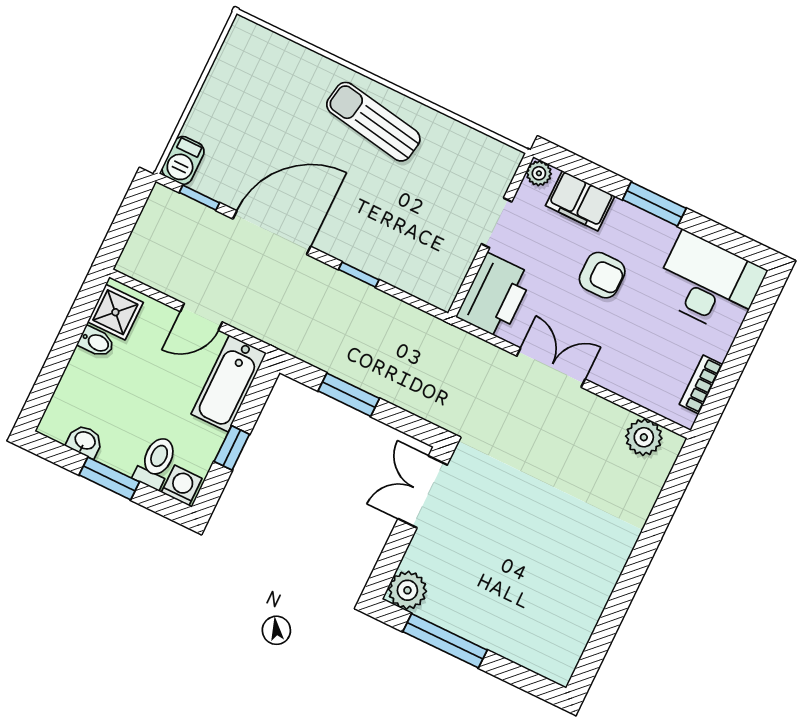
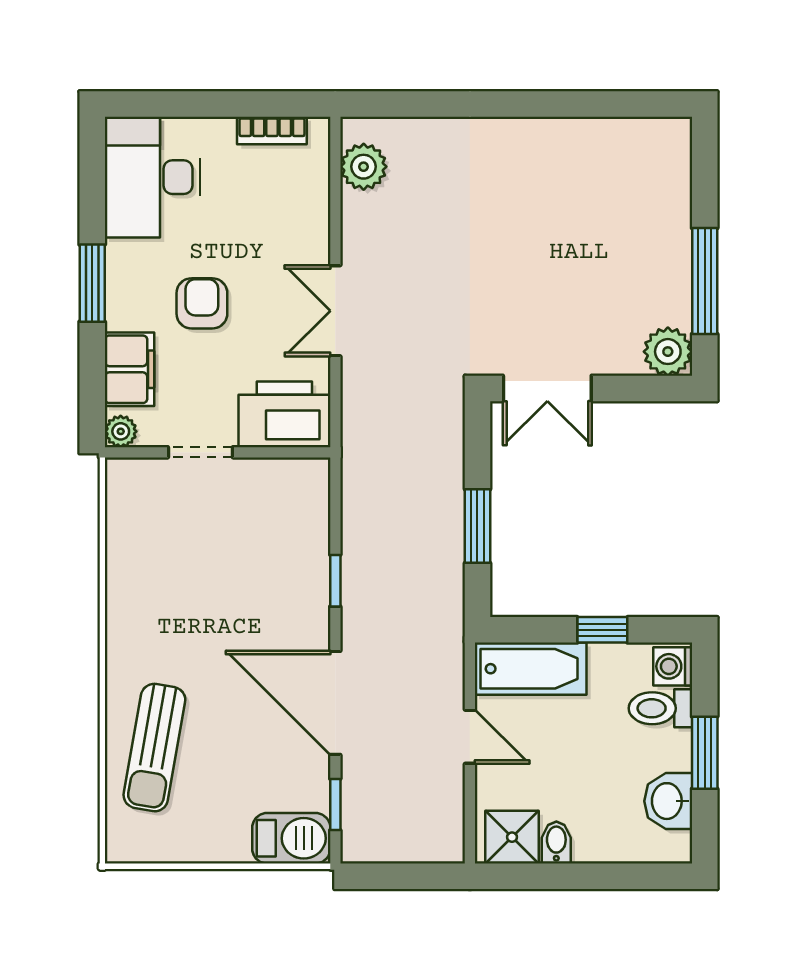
sun lounger: (373, 122) -> (154, 748), moved
barbecue: (183, 160) -> (291, 838), width x1.38, depth x1.27
washbasin: (85, 441) -> (668, 801), width x1.38, depth x1.45

